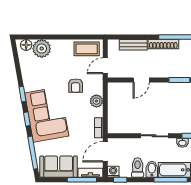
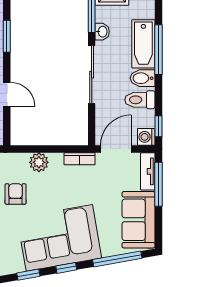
armchair: (76, 86) -> (16, 194), turned -90
sliding door: (154, 136) -> (92, 75), width x1.37
door: (105, 152) -> (116, 149), swing flipped

